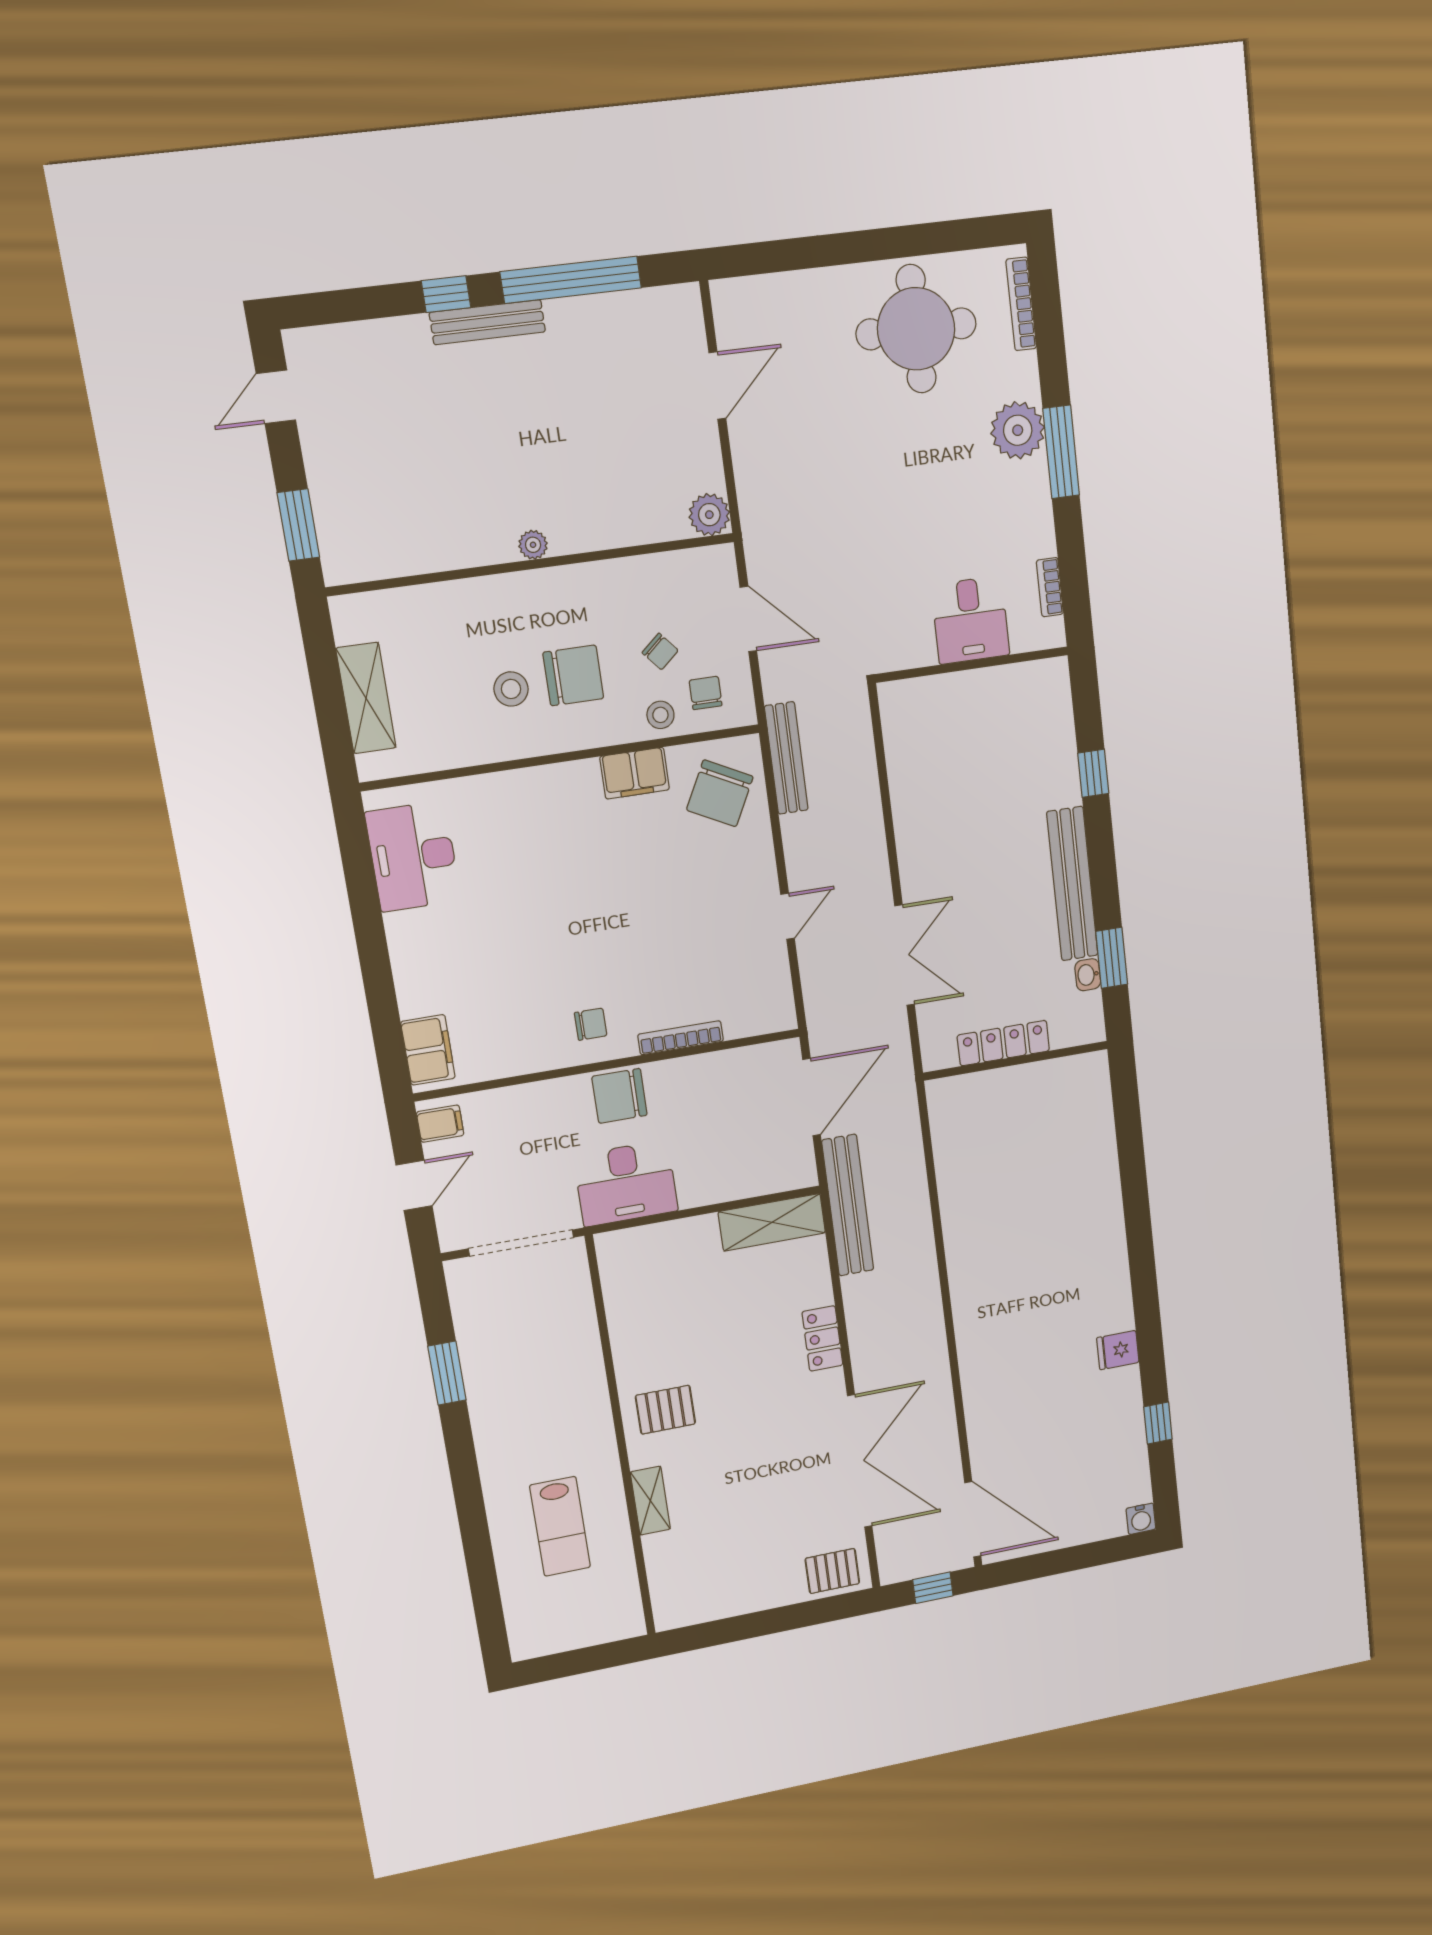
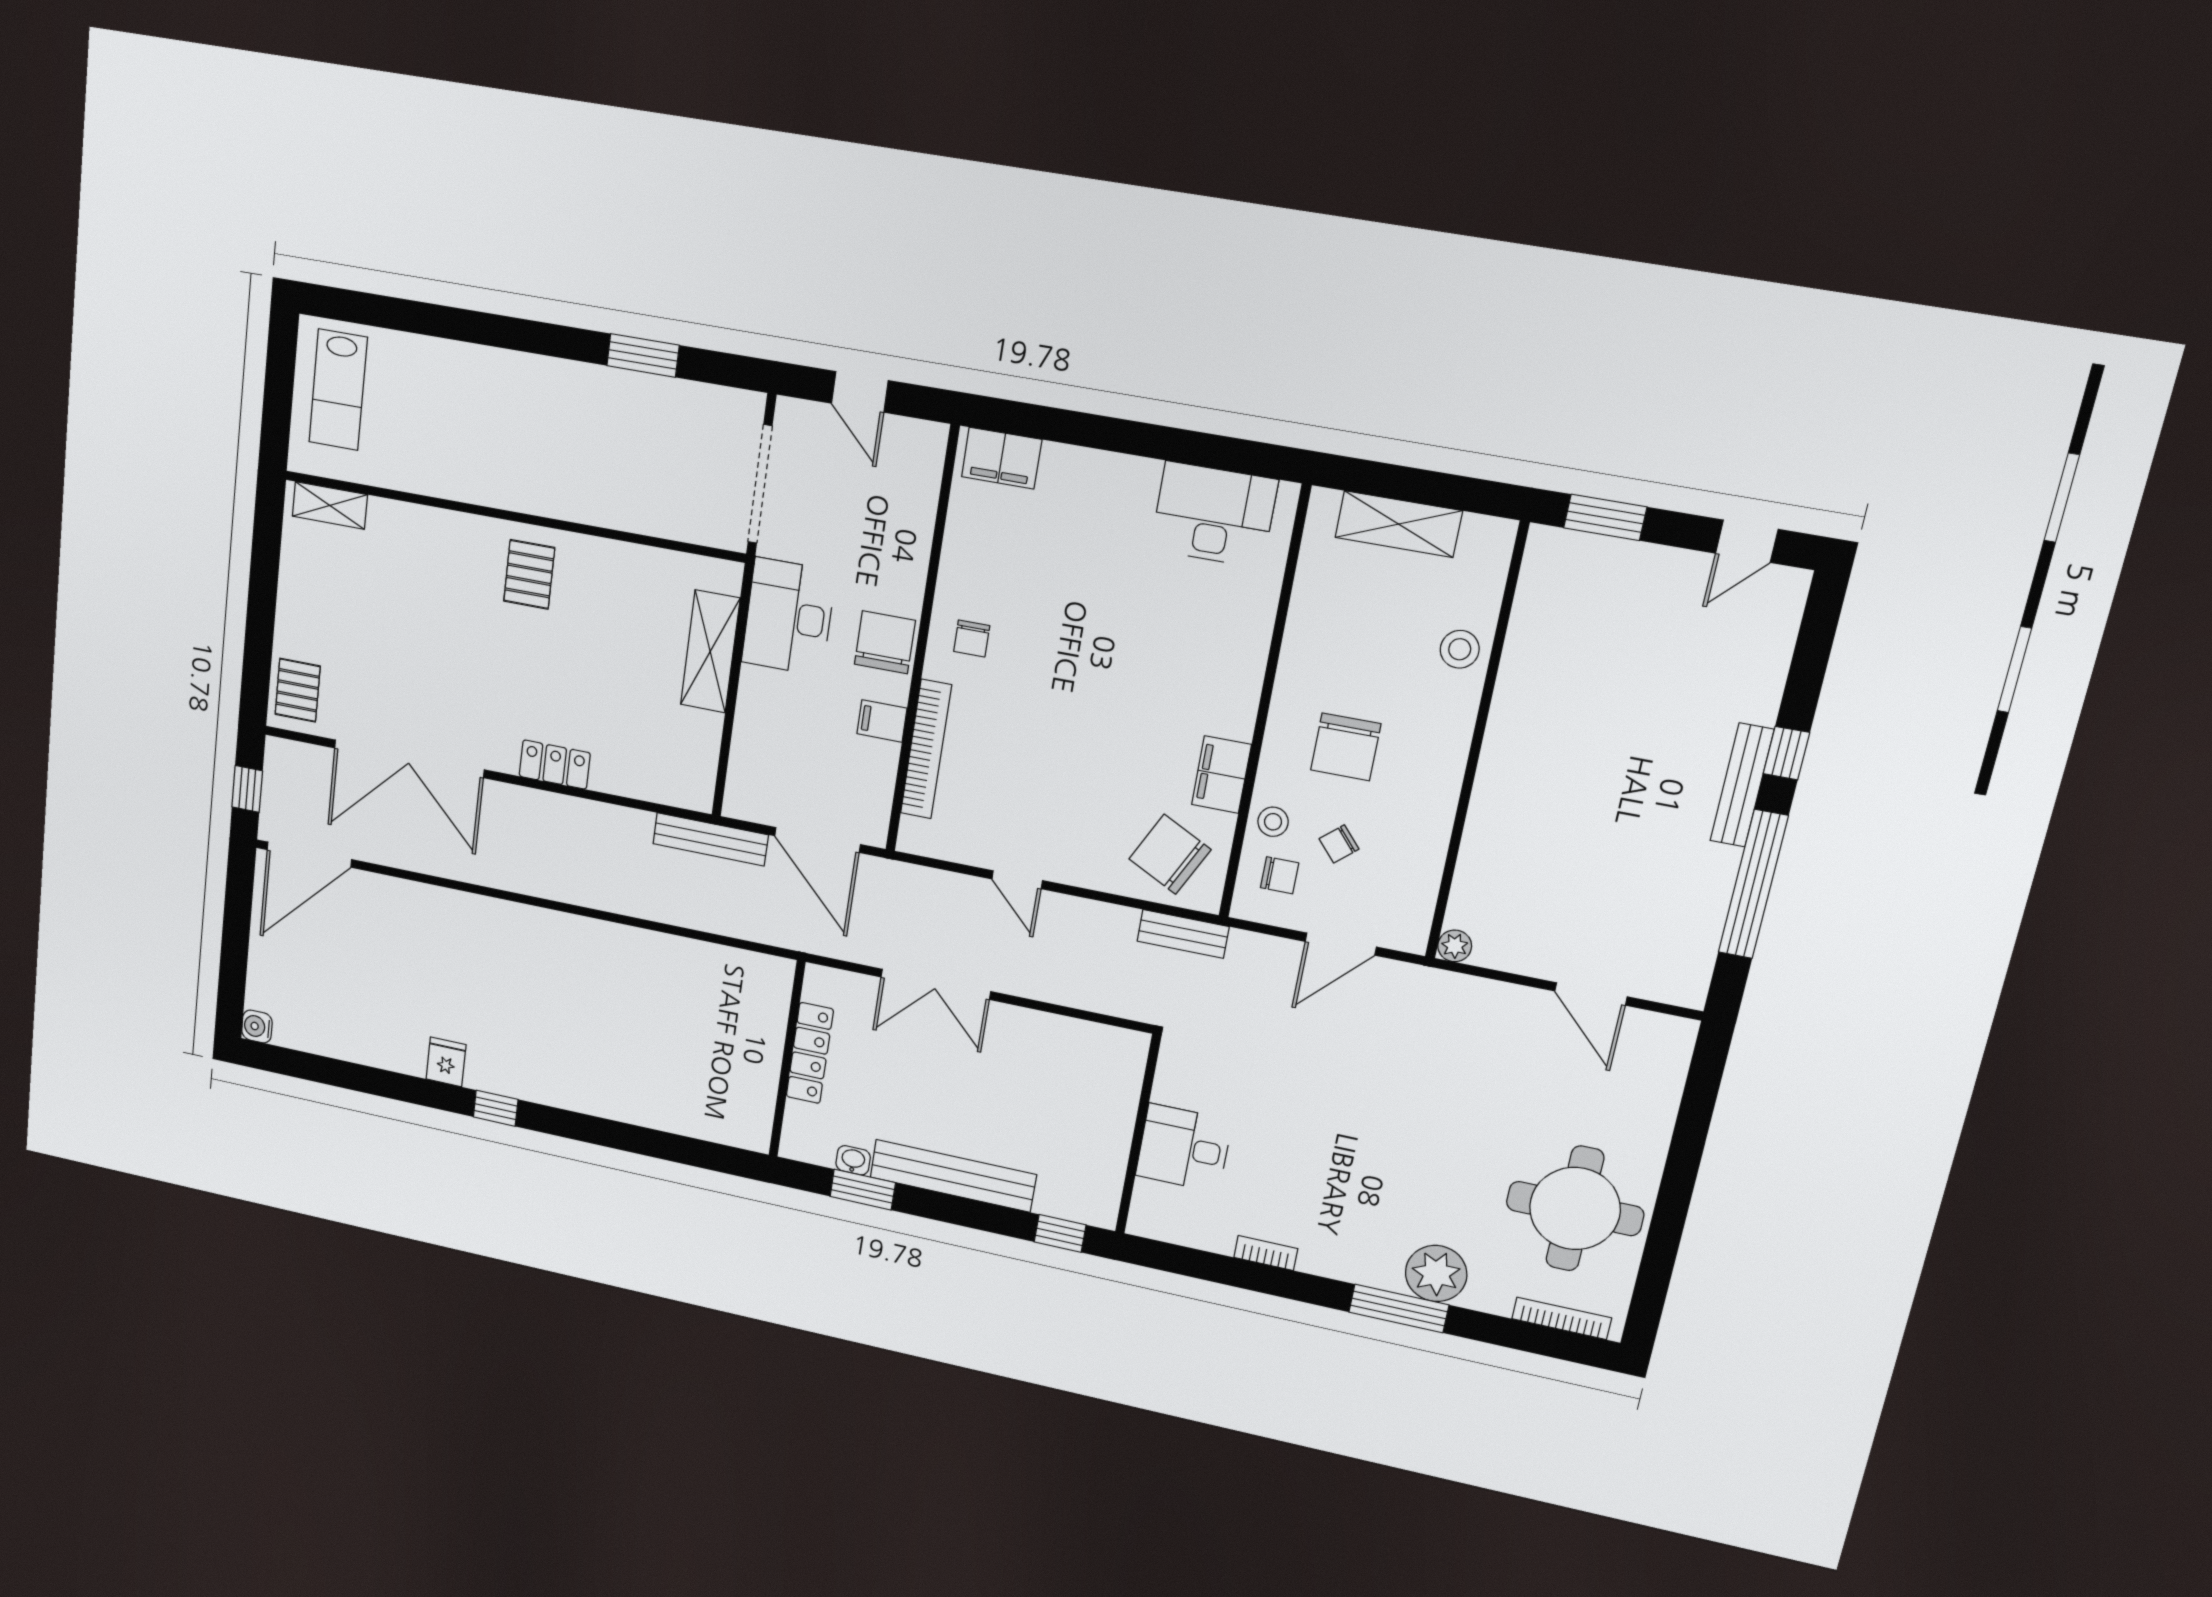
door: (276, 397) -> (1747, 541), swing flipped
plant: (709, 515) -> (1455, 946), width x0.73, depth x0.73
plant: (533, 545) -> (1496, 752), removed
desk: (970, 620) -> (1184, 1148), moved
wall: (972, 665) -> (1138, 1135), moved
stool: (511, 689) -> (1460, 649), moved
bench: (786, 758) -> (1183, 934), width x0.73
bookcase: (681, 1038) -> (926, 749), width x1.48, depth x1.31
filing cabinet: (440, 1124) -> (882, 721), moved, turned 90
bench: (848, 1205) -> (710, 839), width x0.73, depth x0.82
shelving: (772, 1222) -> (710, 651), moved
window: (1158, 1423) -> (496, 1108), moved
shelving: (650, 1501) -> (330, 505), moved
lab bench: (560, 1526) -> (338, 390), moved, turned -90

